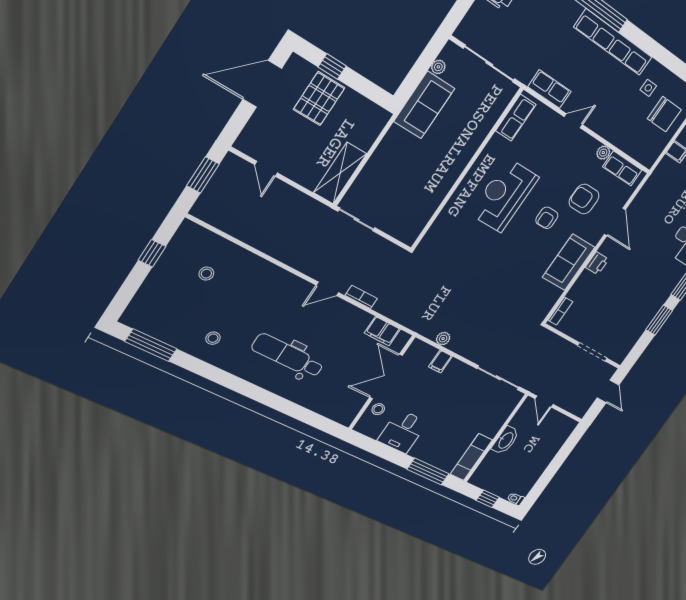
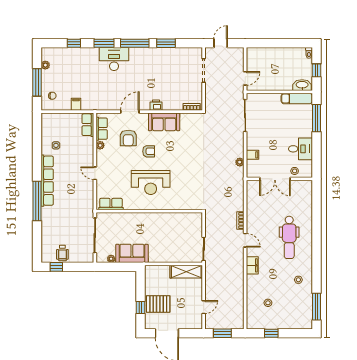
row of seats: (549, 89) -> (88, 125), moved
chair: (664, 114) -> (63, 126), removed
filing cabinet: (382, 331) -> (252, 265), moved
washbasin: (506, 440) -> (302, 85), moved

